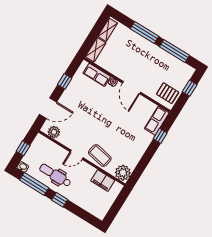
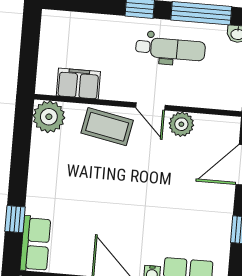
plant: (54, 132) -> (181, 124), moved
door: (77, 155) -> (150, 106), swing flipped

